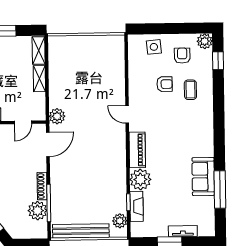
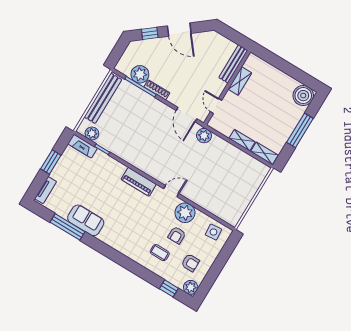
side table: (154, 47) -> (213, 232), moved
plant: (140, 179) -> (185, 213), moved
fireplace: (136, 206) -> (83, 146), moved
tv unit: (183, 231) -> (46, 190), moved

